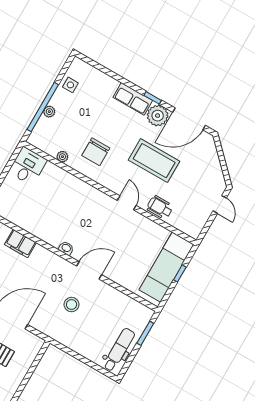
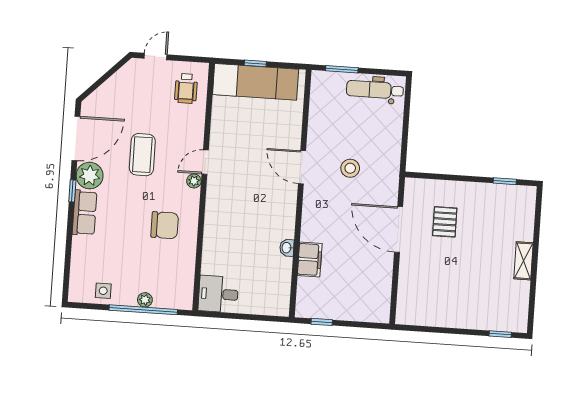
door: (189, 119) -> (76, 138), hinge flipped
plant: (62, 157) -> (194, 181), moved
coffee table: (154, 161) -> (142, 155), width x0.73, depth x0.76
wheelchair: (160, 207) -> (186, 88), moved
washbasin: (66, 248) -> (287, 248), moved

